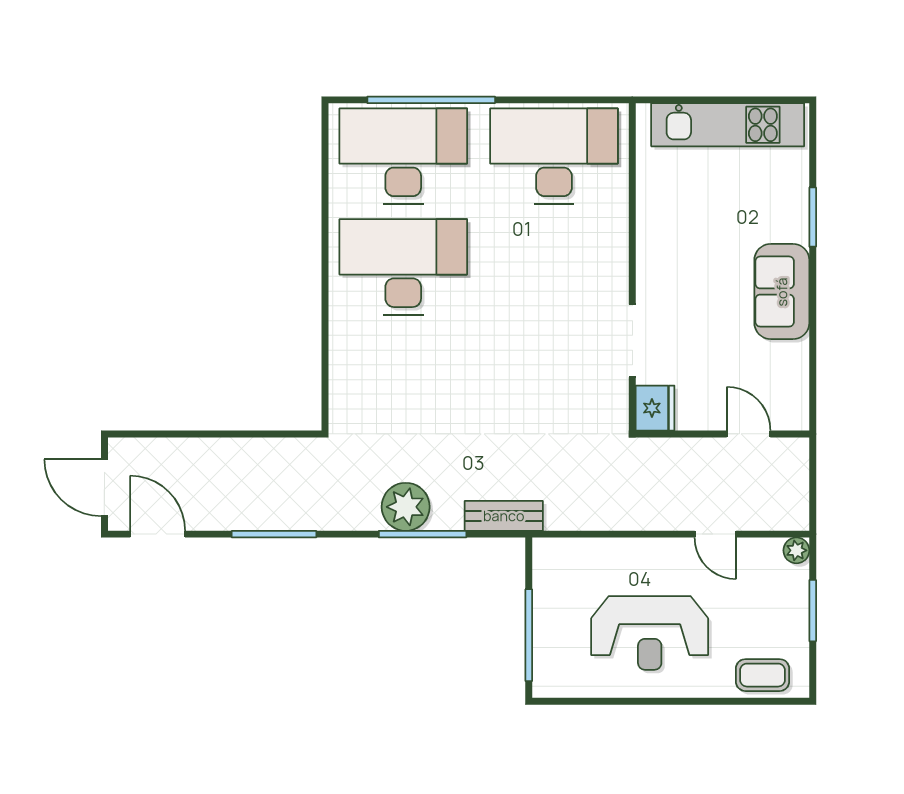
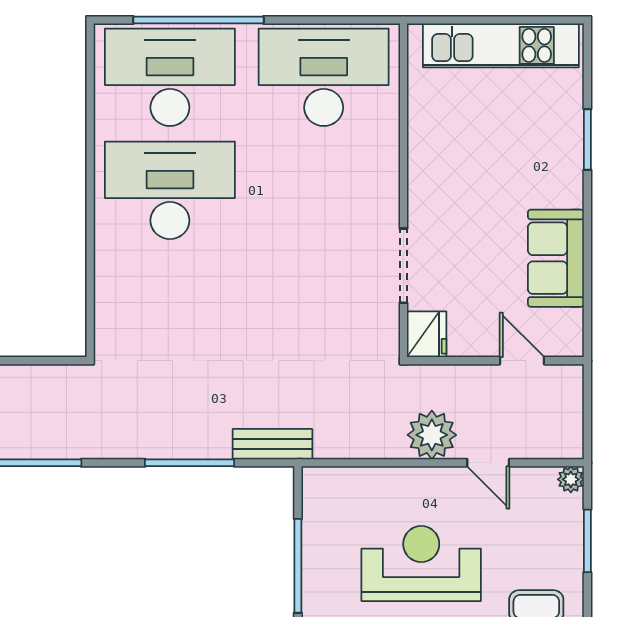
sofa: (782, 292) -> (556, 258), moved
plant: (406, 507) -> (432, 435), moved
reception desk: (650, 633) -> (421, 564), turned 180

